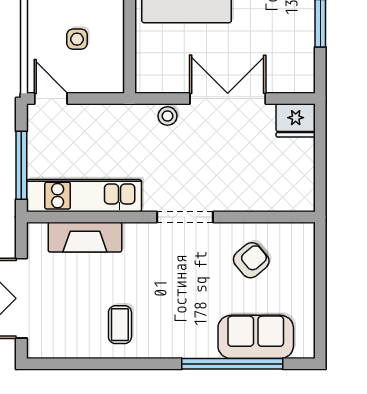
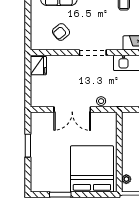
fridge: (296, 120) -> (38, 66), moved, turned 90

